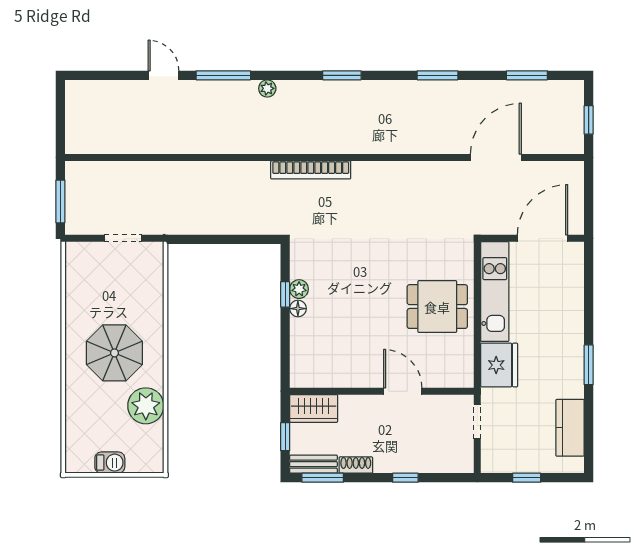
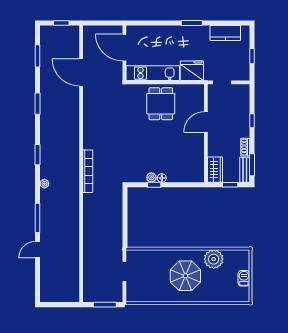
plant: (267, 88) -> (44, 184), moved

